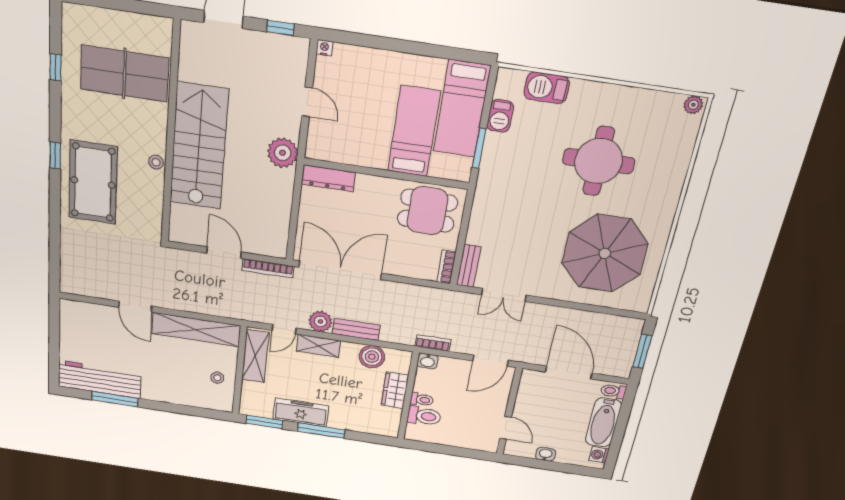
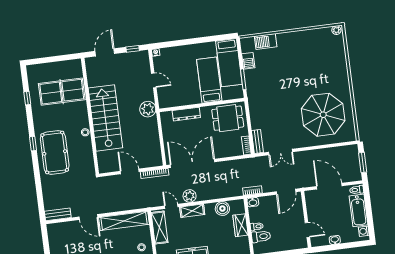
round table: (599, 161) -> (303, 69), removed
dresser: (328, 178) -> (186, 114), moved
door: (284, 329) -> (171, 206), swing flipped
bench: (356, 329) -> (58, 214), moved

